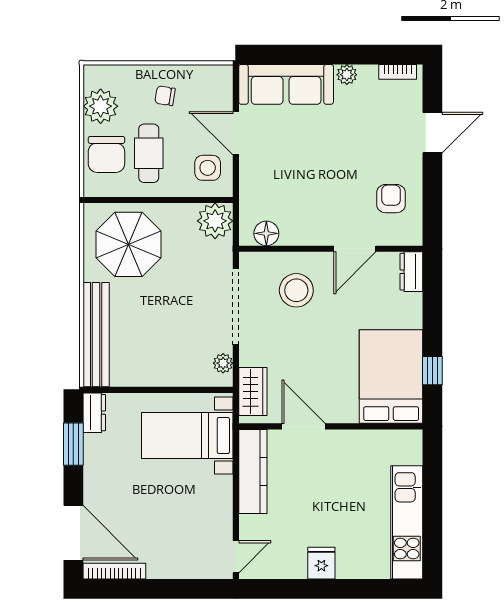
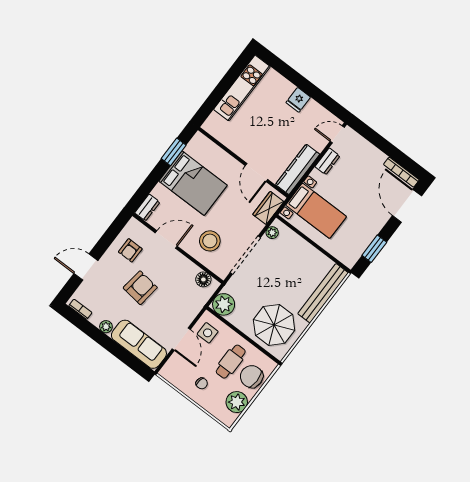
chair: (106, 154) -> (252, 377), turned -90
armchair: (341, 160) -> (140, 288), added
window: (432, 371) -> (174, 152), width x1.50
bed: (391, 377) -> (193, 183), moved, turned -90
dresser: (94, 413) -> (327, 161), moved, turned 180

